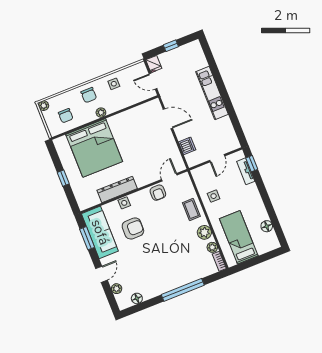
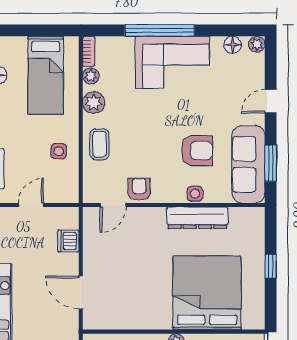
armchair: (133, 228) -> (197, 151), turned 180
corner sofa: (168, 274) -> (172, 62), added
plant: (117, 289) -> (257, 44), moved

